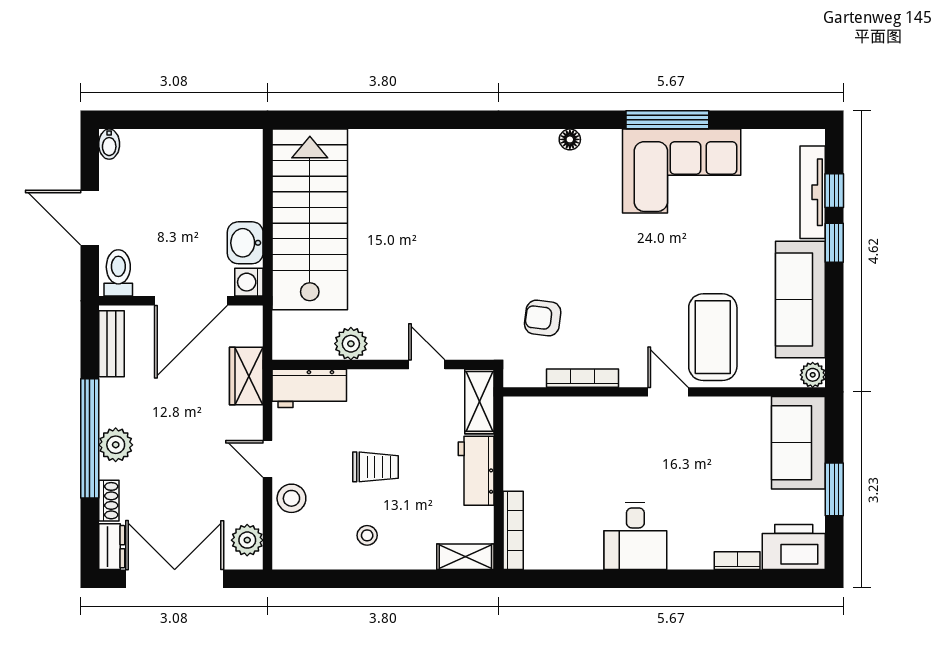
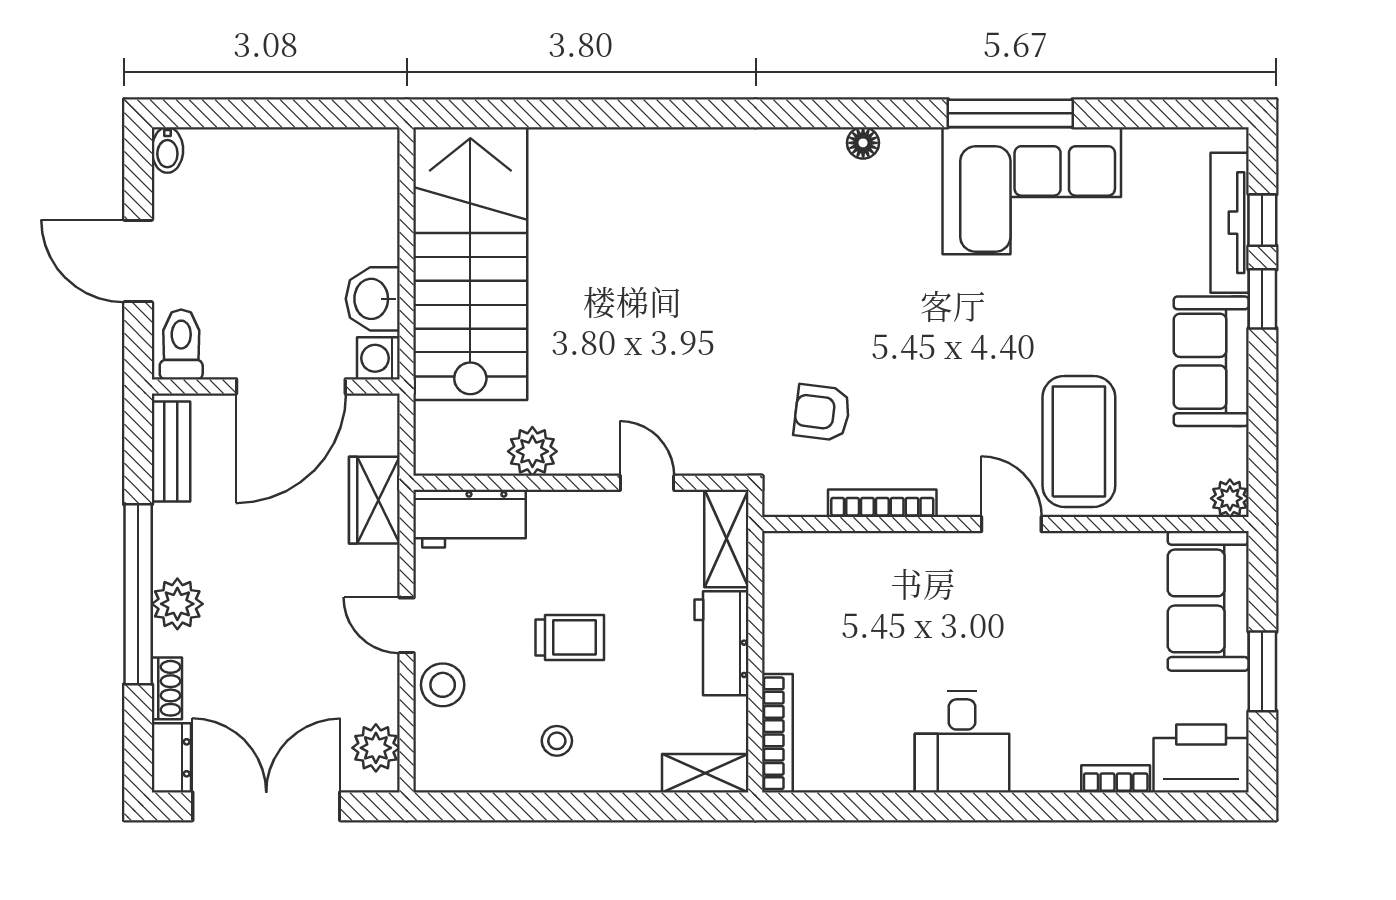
sofa: (800, 300) -> (1211, 361), width x0.73

